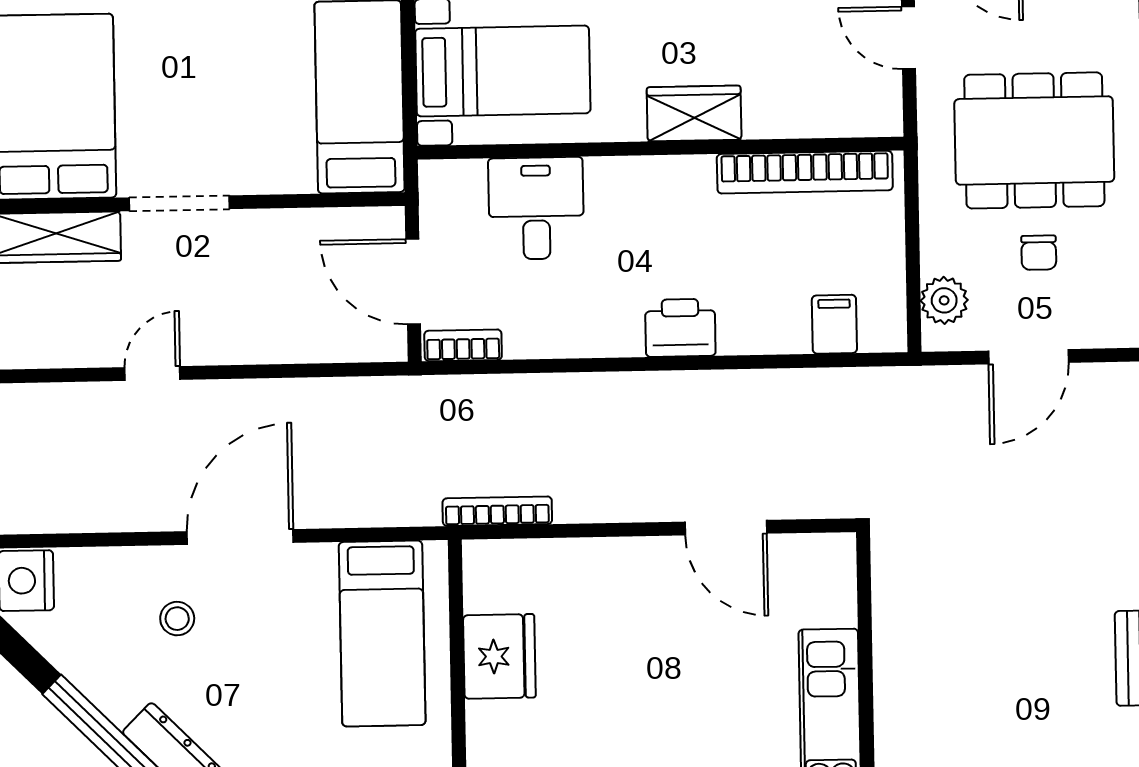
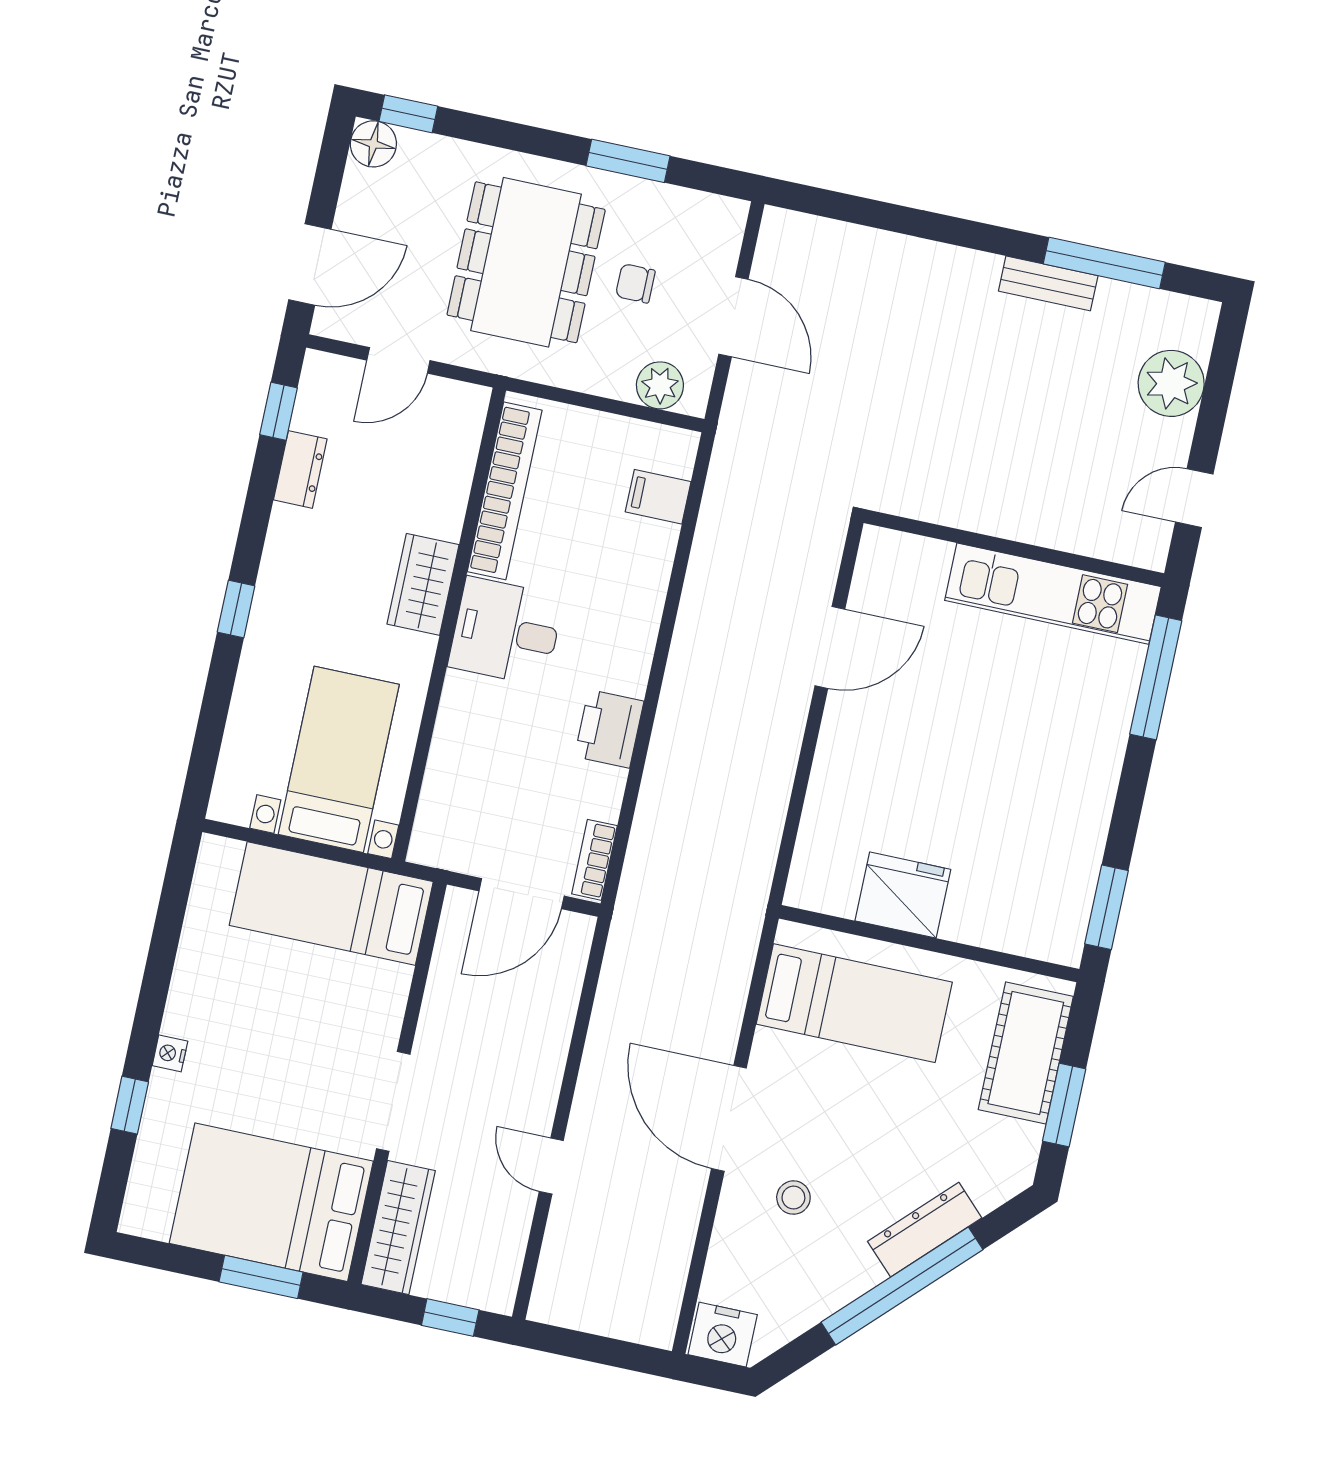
desk: (536, 208) -> (506, 631), moved
chair: (1039, 253) -> (635, 283), turned 180
printer: (680, 328) -> (609, 729), moved
bookcase: (497, 511) -> (762, 864), removed

